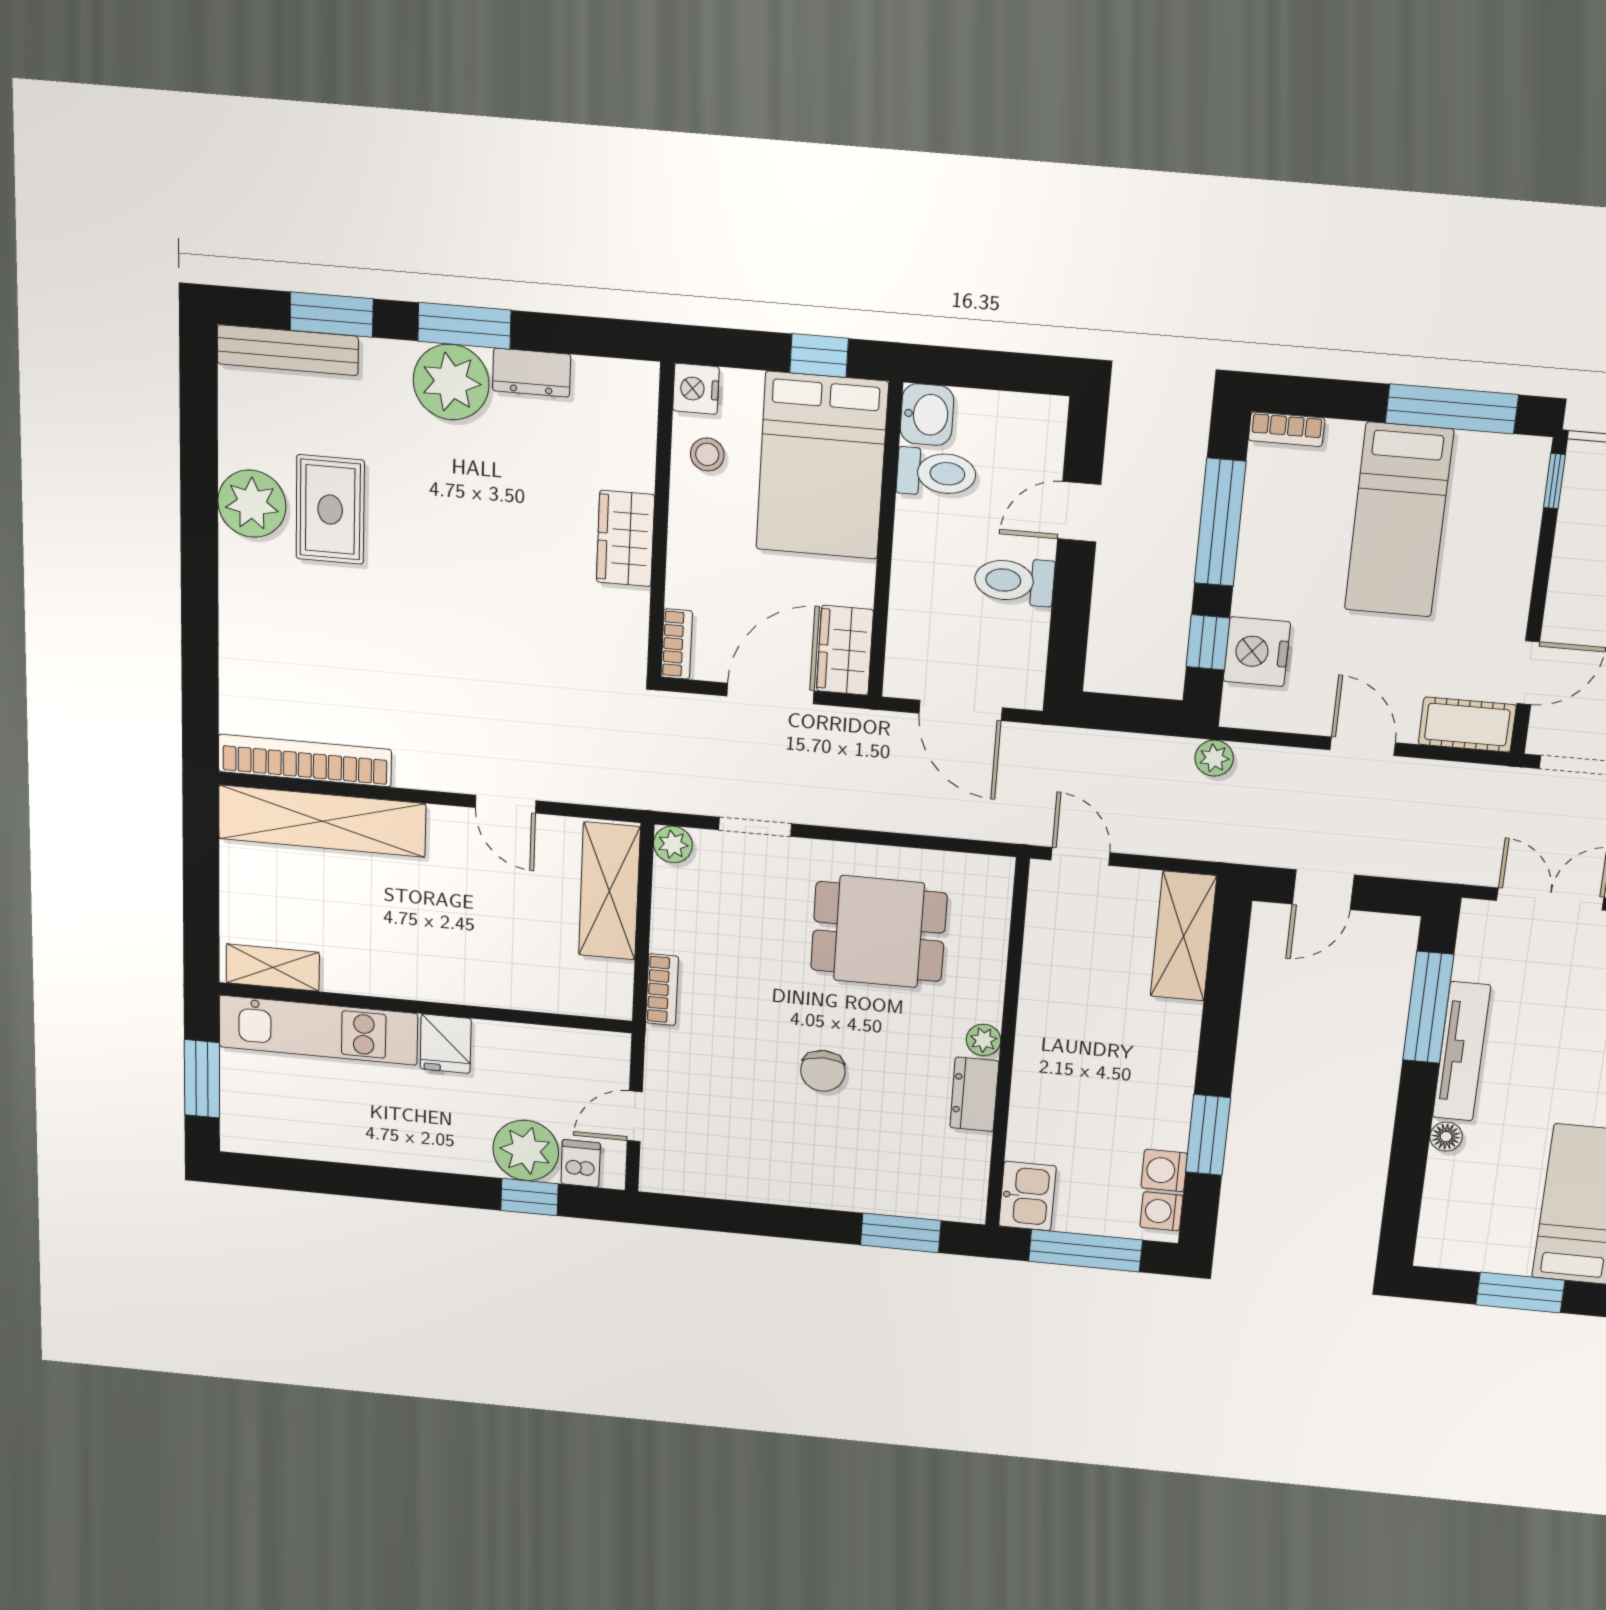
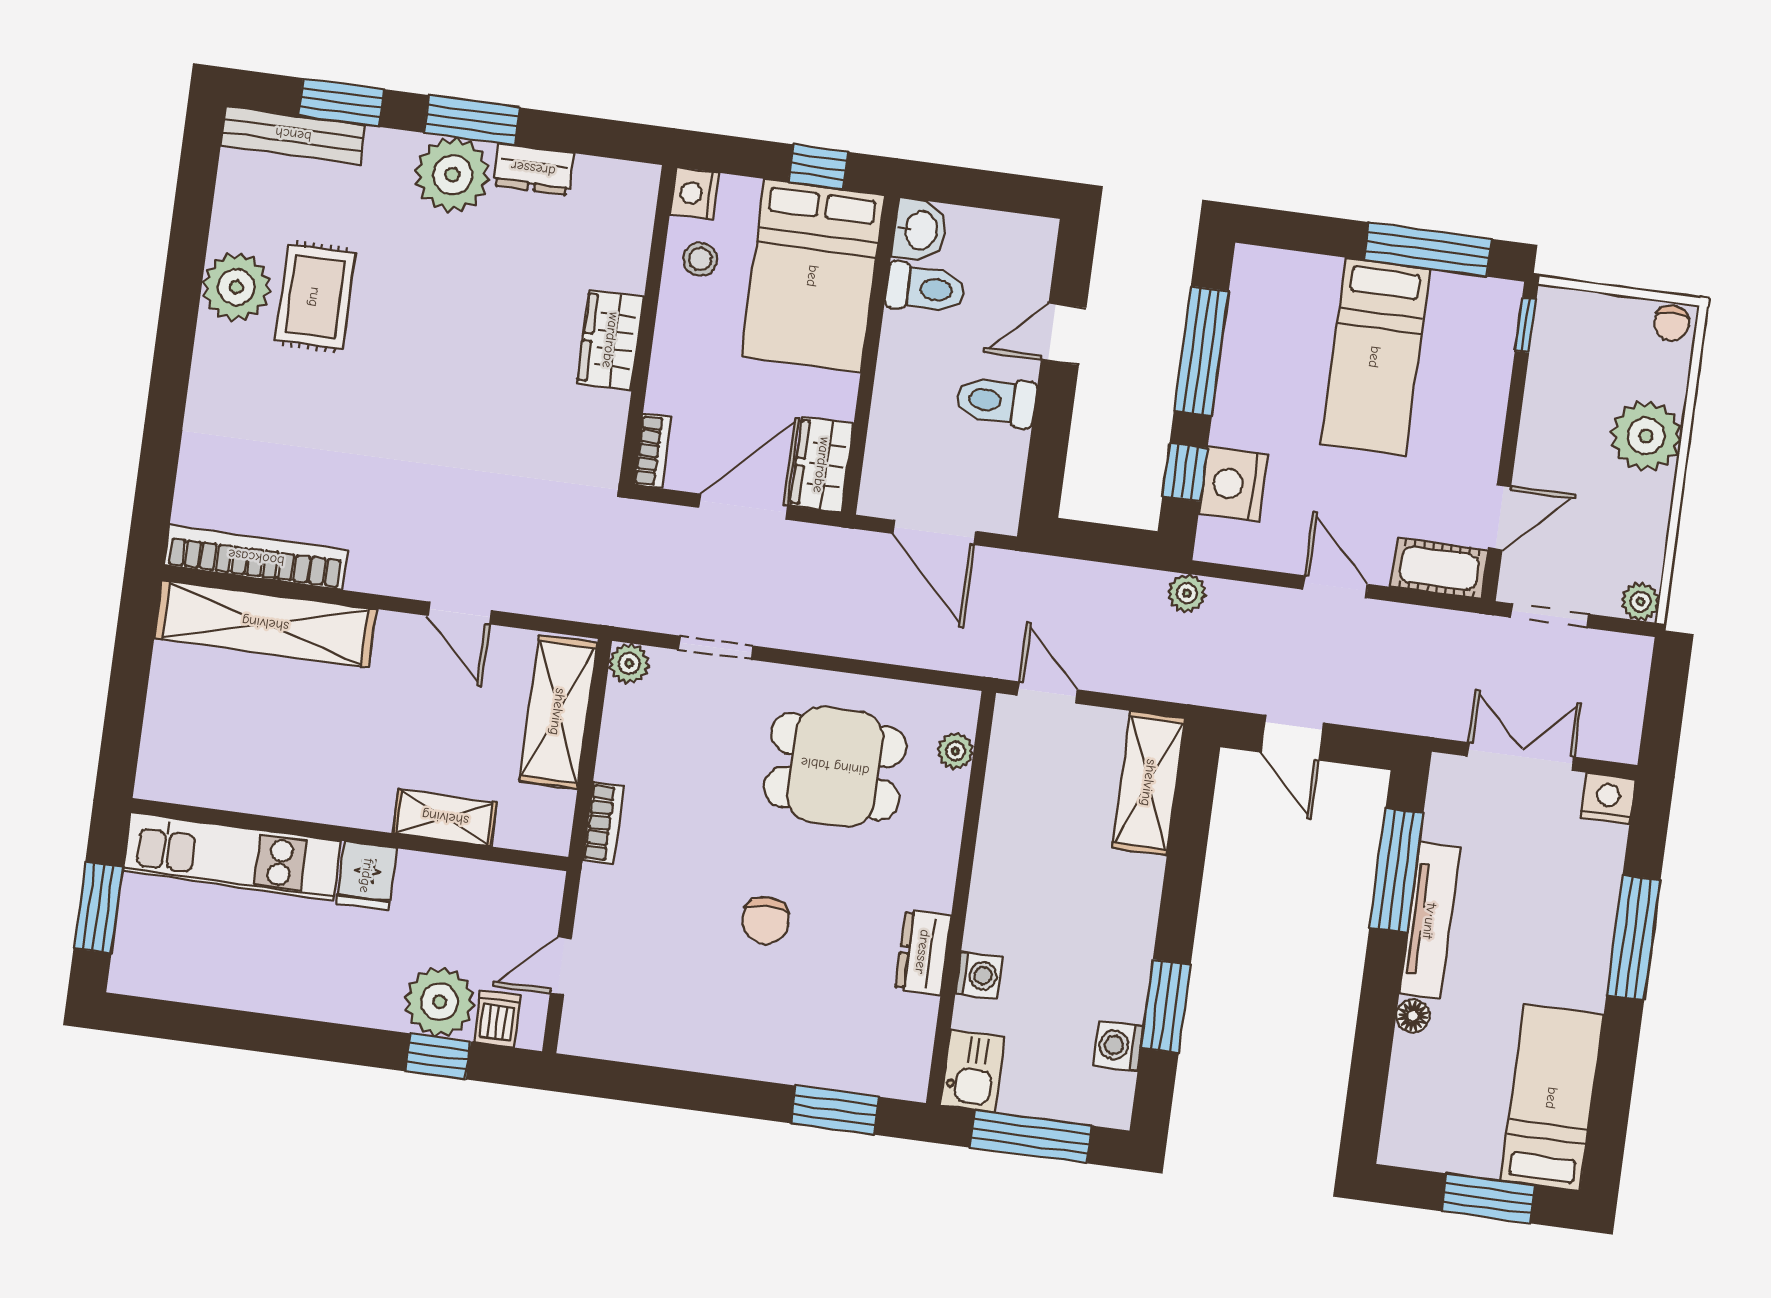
bookcase: (1287, 429) -> (1269, 262), removed
door: (1323, 890) -> (1292, 738), hinge flipped
shelving: (273, 967) -> (445, 818), moved
plant: (984, 1040) -> (955, 751), moved
washing machine: (1161, 1211) -> (979, 975), moved, turned 180

